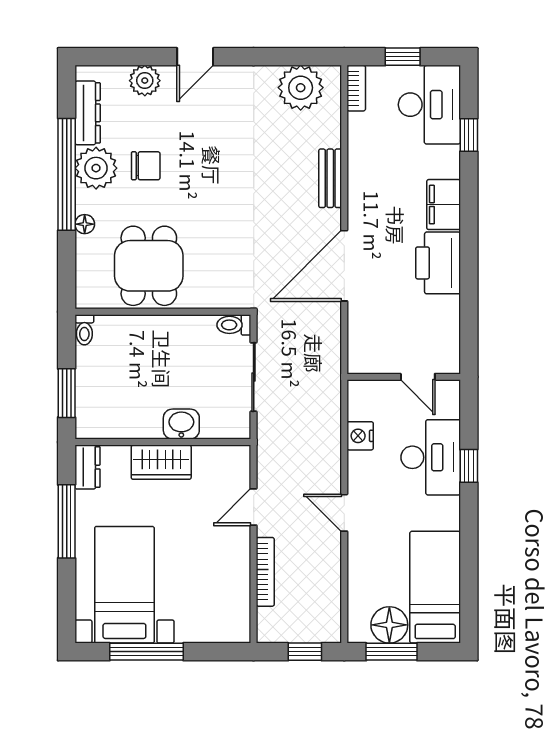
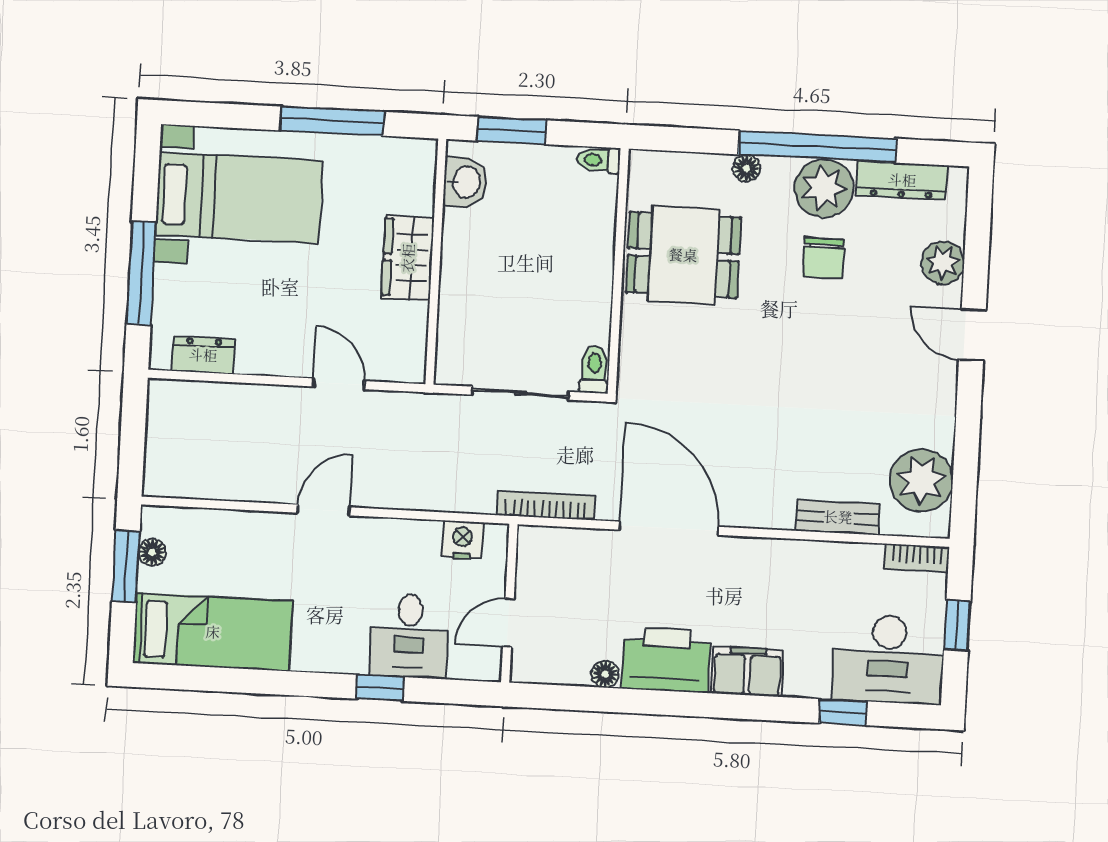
bench: (330, 178) -> (838, 517), moved
floor lamp: (451, 306) -> (605, 674), added
washbasin: (181, 424) -> (465, 182), moved
nightstand: (360, 436) -> (462, 540), moved
desk: (431, 457) -> (409, 636), width x0.73
dresser: (87, 467) -> (203, 355), moved, turned 180
bookcase: (265, 572) -> (546, 505), moved, turned 180
floor lamp: (389, 625) -> (152, 552), width x0.53, depth x0.53
window: (147, 652) -> (141, 273), moved
window: (305, 652) -> (132, 445), removed

